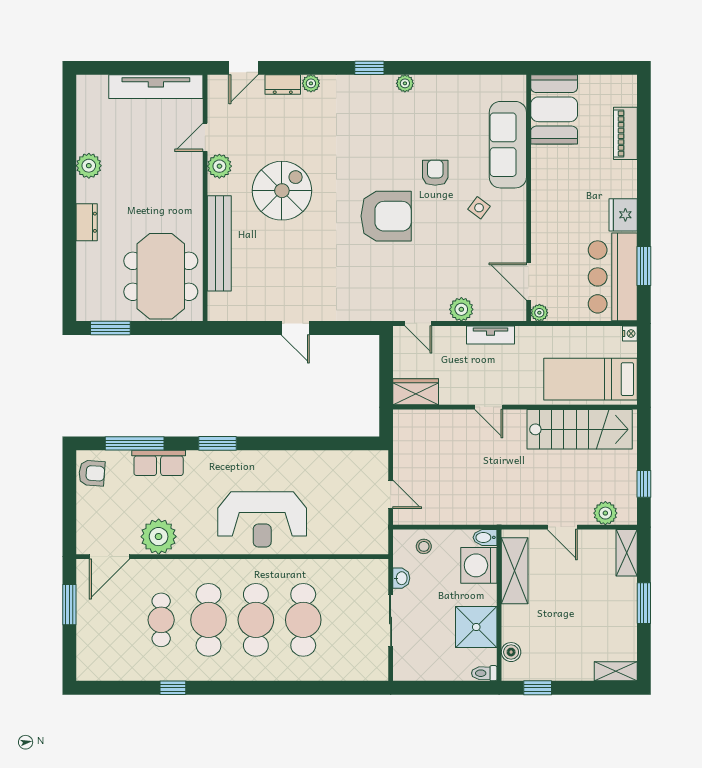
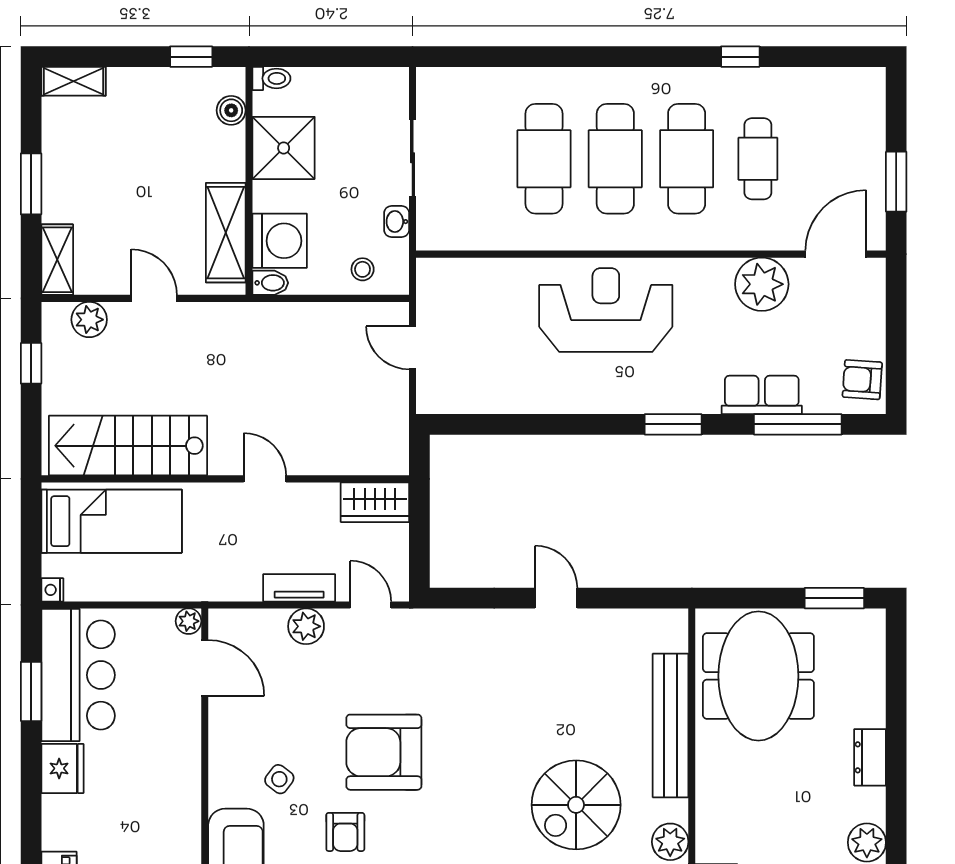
armchair: (386, 216) -> (384, 752), moved
tv unit: (491, 335) -> (299, 588), moved

